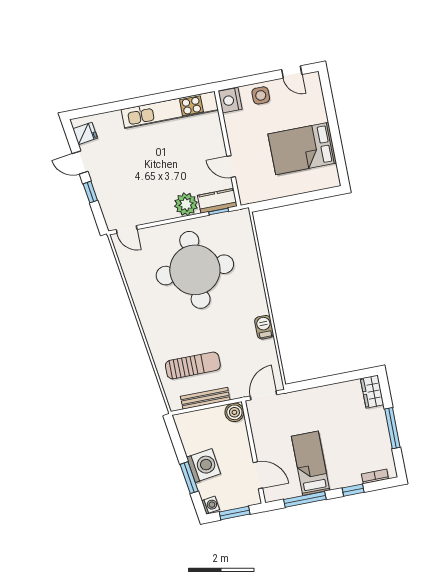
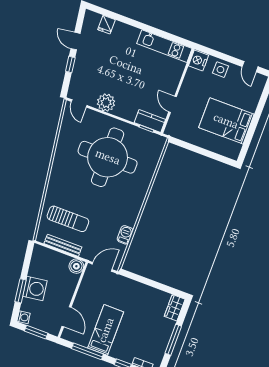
kitchen unit: (170, 110) -> (164, 46), width x0.73
fridge: (85, 133) -> (106, 25), moved, turned 98
plant: (186, 204) -> (106, 103), moved
barbecue: (264, 327) -> (125, 235), moved

